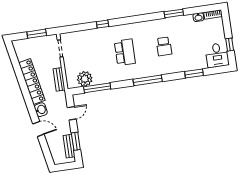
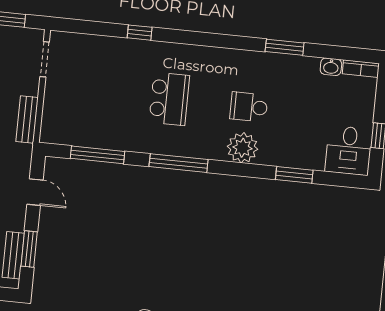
school desk: (164, 46) -> (249, 107), turned 90
plant: (85, 79) -> (242, 148), moved
window: (148, 80) -> (179, 163), moved
door: (72, 113) -> (35, 192), hinge flipped

